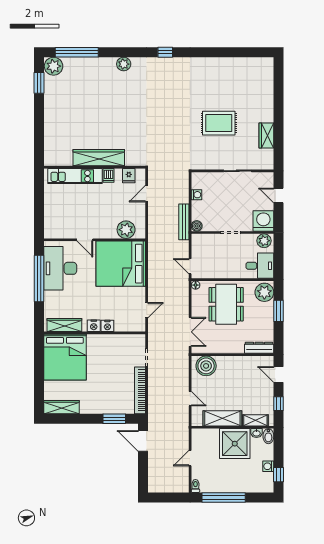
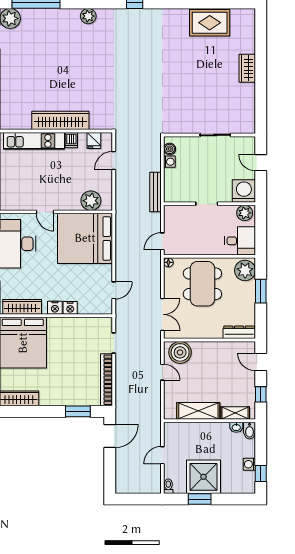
rug: (219, 123) -> (210, 23), moved
wardrobe: (266, 135) -> (247, 68), moved
boiler: (197, 226) -> (170, 149), moved
door: (190, 266) -> (162, 241), hinge flipped
door: (190, 399) -> (162, 372), moved
door: (143, 441) -> (110, 436), swing flipped
shower: (235, 444) -> (204, 477), moved
window: (224, 497) -> (200, 499), width x0.47

